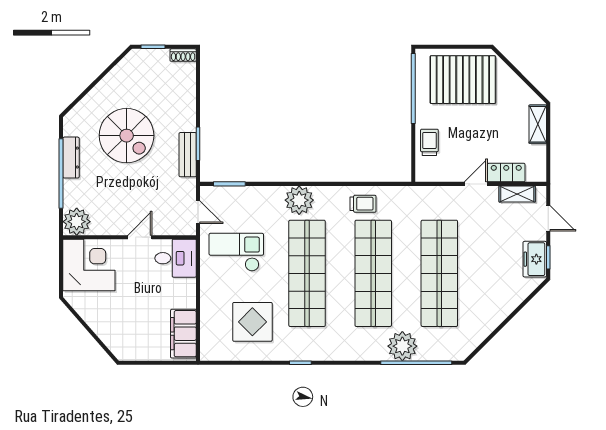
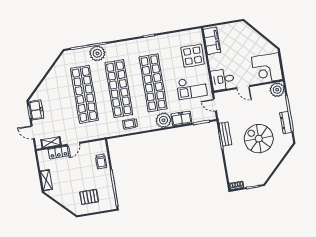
pallet: (463, 80) -> (89, 197), width x0.49, depth x0.50
freezer: (265, 198) -> (181, 119), added
door: (140, 237) -> (243, 87), hinge flipped
display table: (252, 322) -> (193, 56), moved

